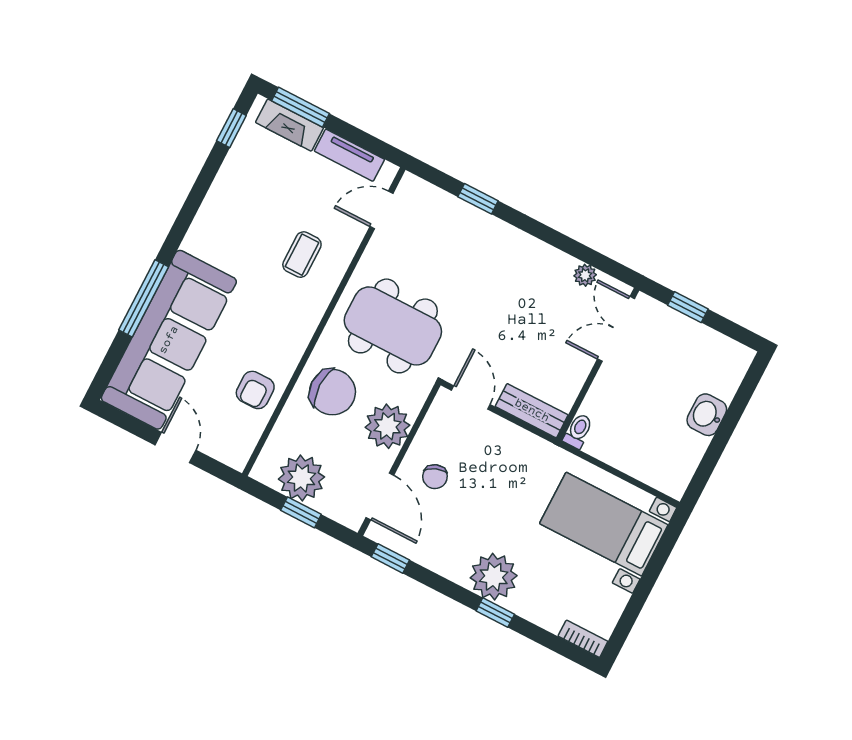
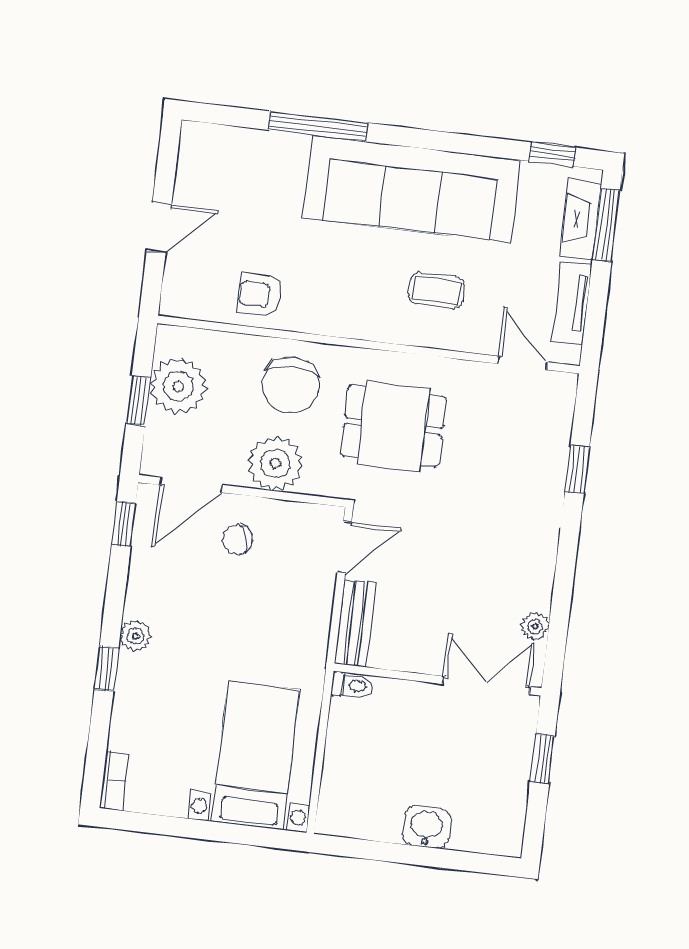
dining table: (393, 326) -> (393, 426), width x0.73
sofa: (169, 340) -> (412, 189), moved
plant: (494, 577) -> (135, 636), width x0.53, depth x0.53

